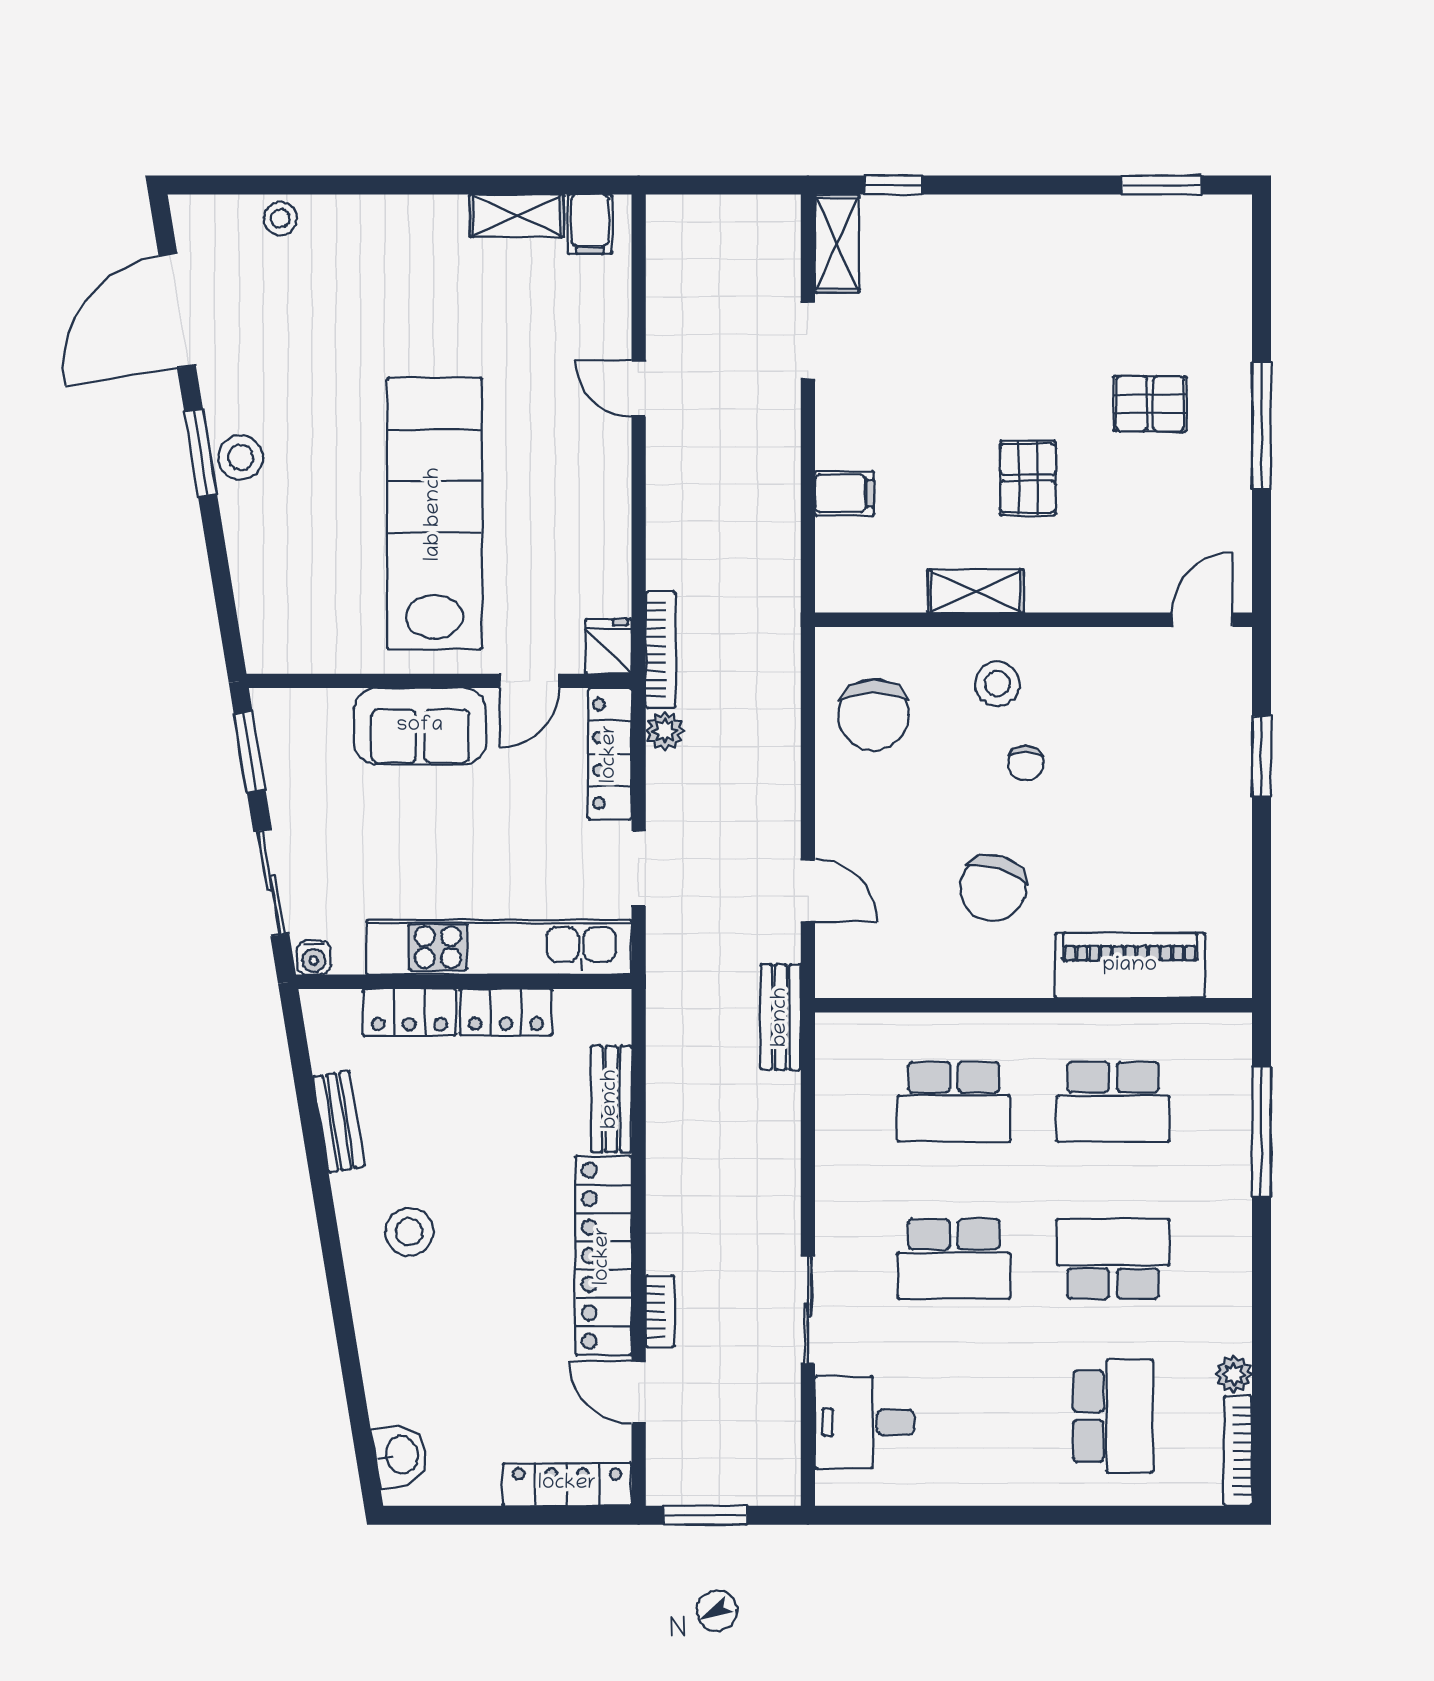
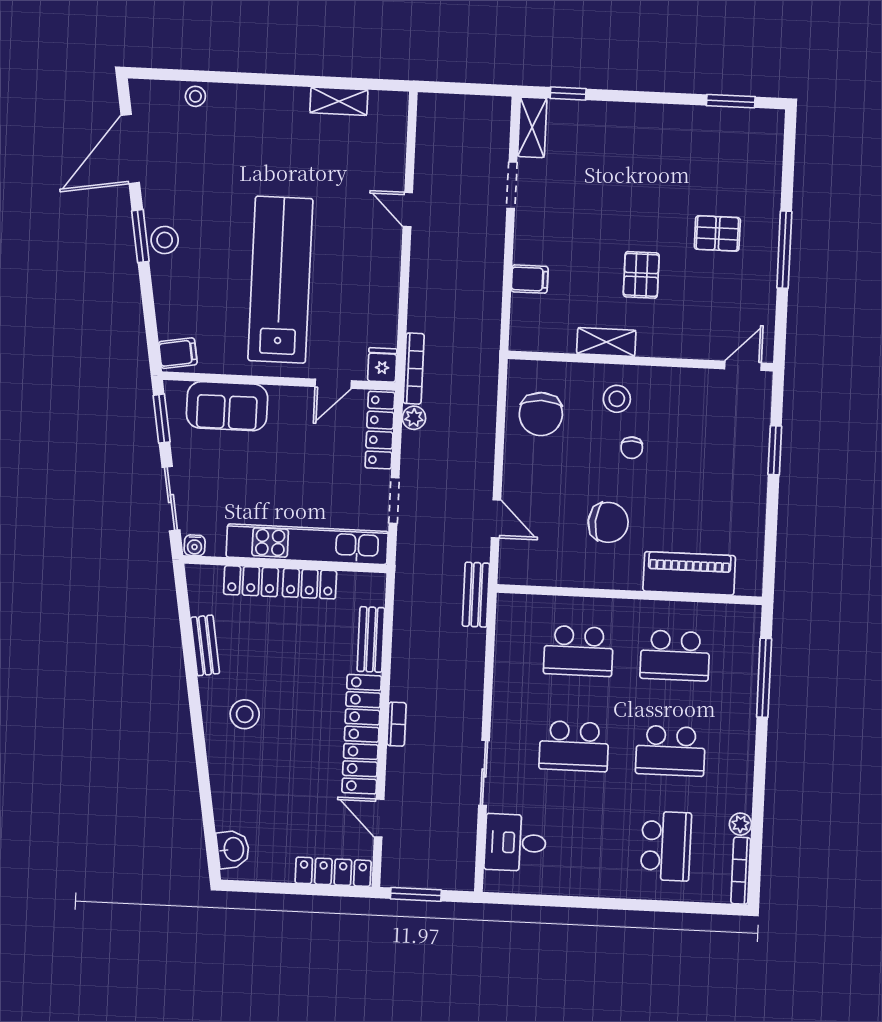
filing cabinet: (590, 224) -> (178, 353), moved, turned -99
sofa: (420, 726) -> (227, 406), moved
chair: (993, 888) -> (608, 522), turned -103
school desk: (1113, 1259) -> (670, 751), turned 180
bookcase: (660, 1311) -> (397, 724), moved

